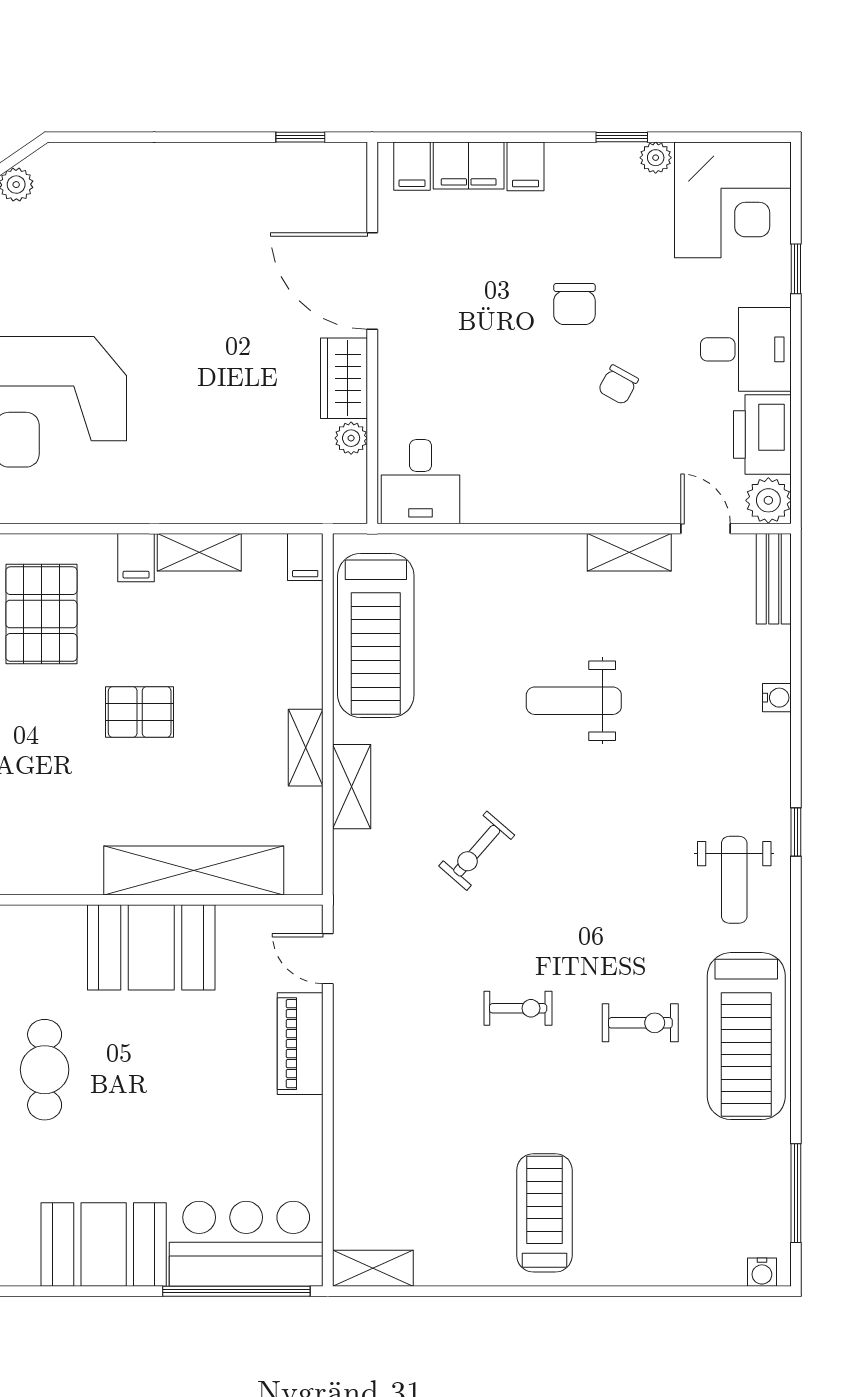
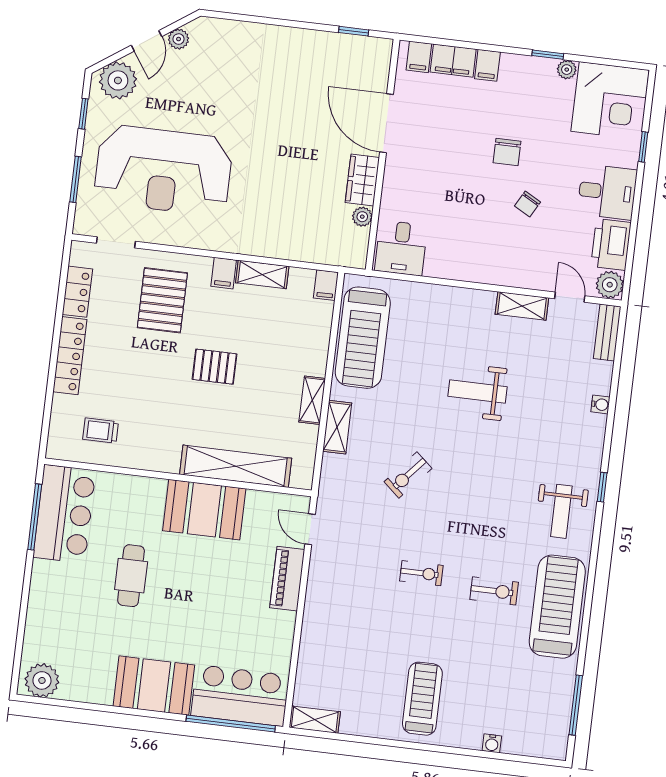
treadmill: (746, 1036) -> (557, 607), turned 180
water cooler: (762, 1272) -> (492, 743), moved

